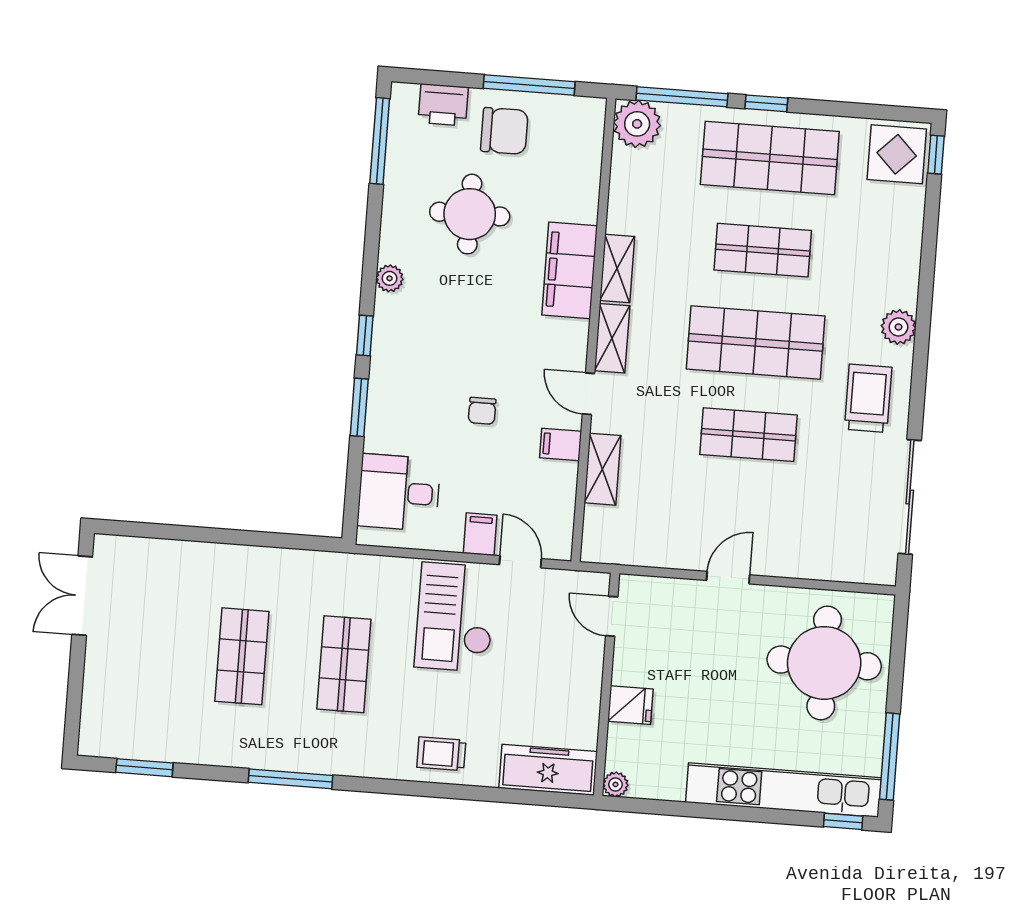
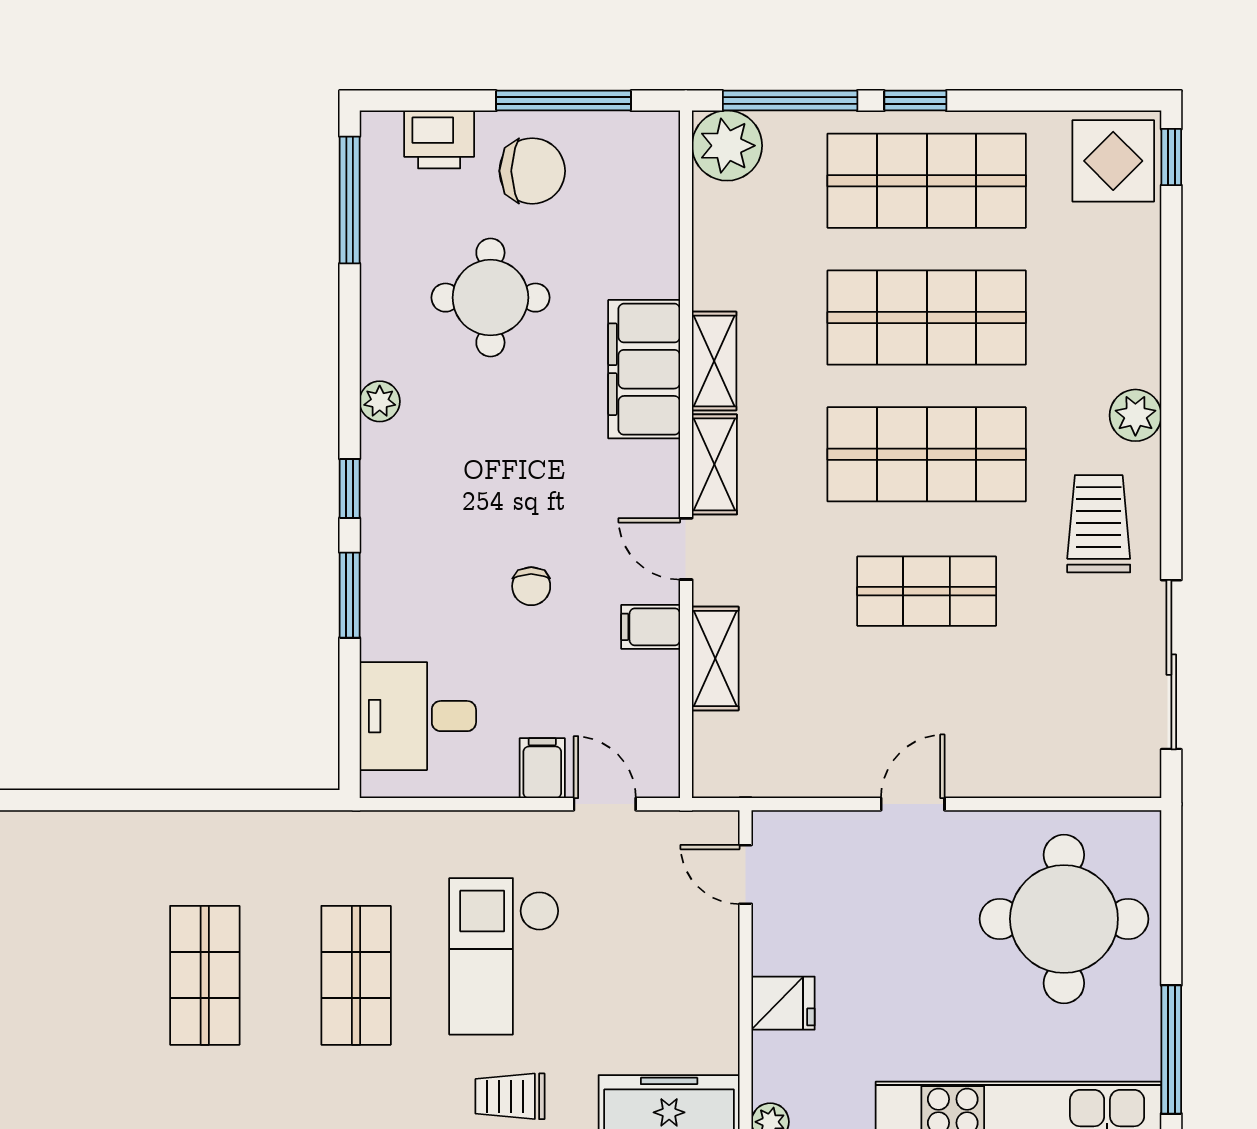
shop shelf: (763, 250) -> (927, 318), width x1.43, depth x1.36
checkout: (455, 617) -> (504, 956), moved

